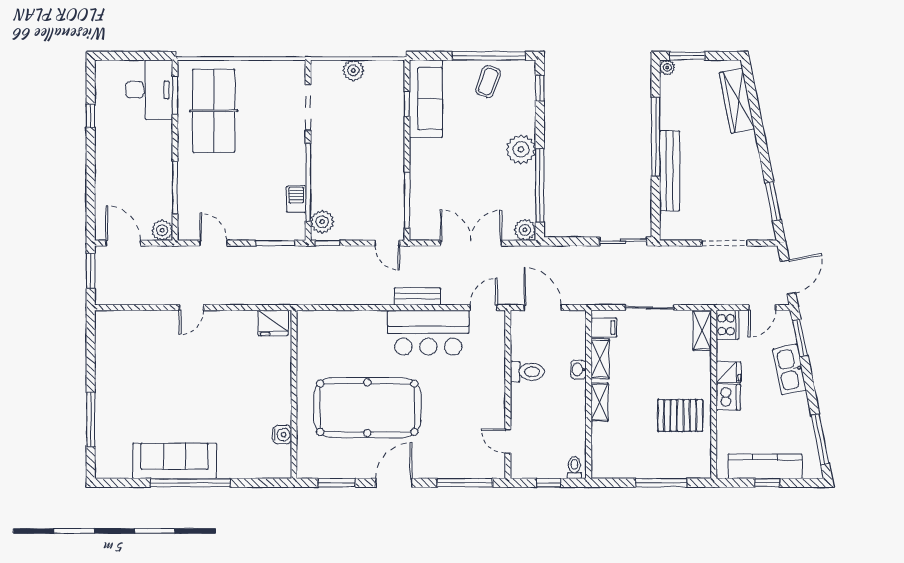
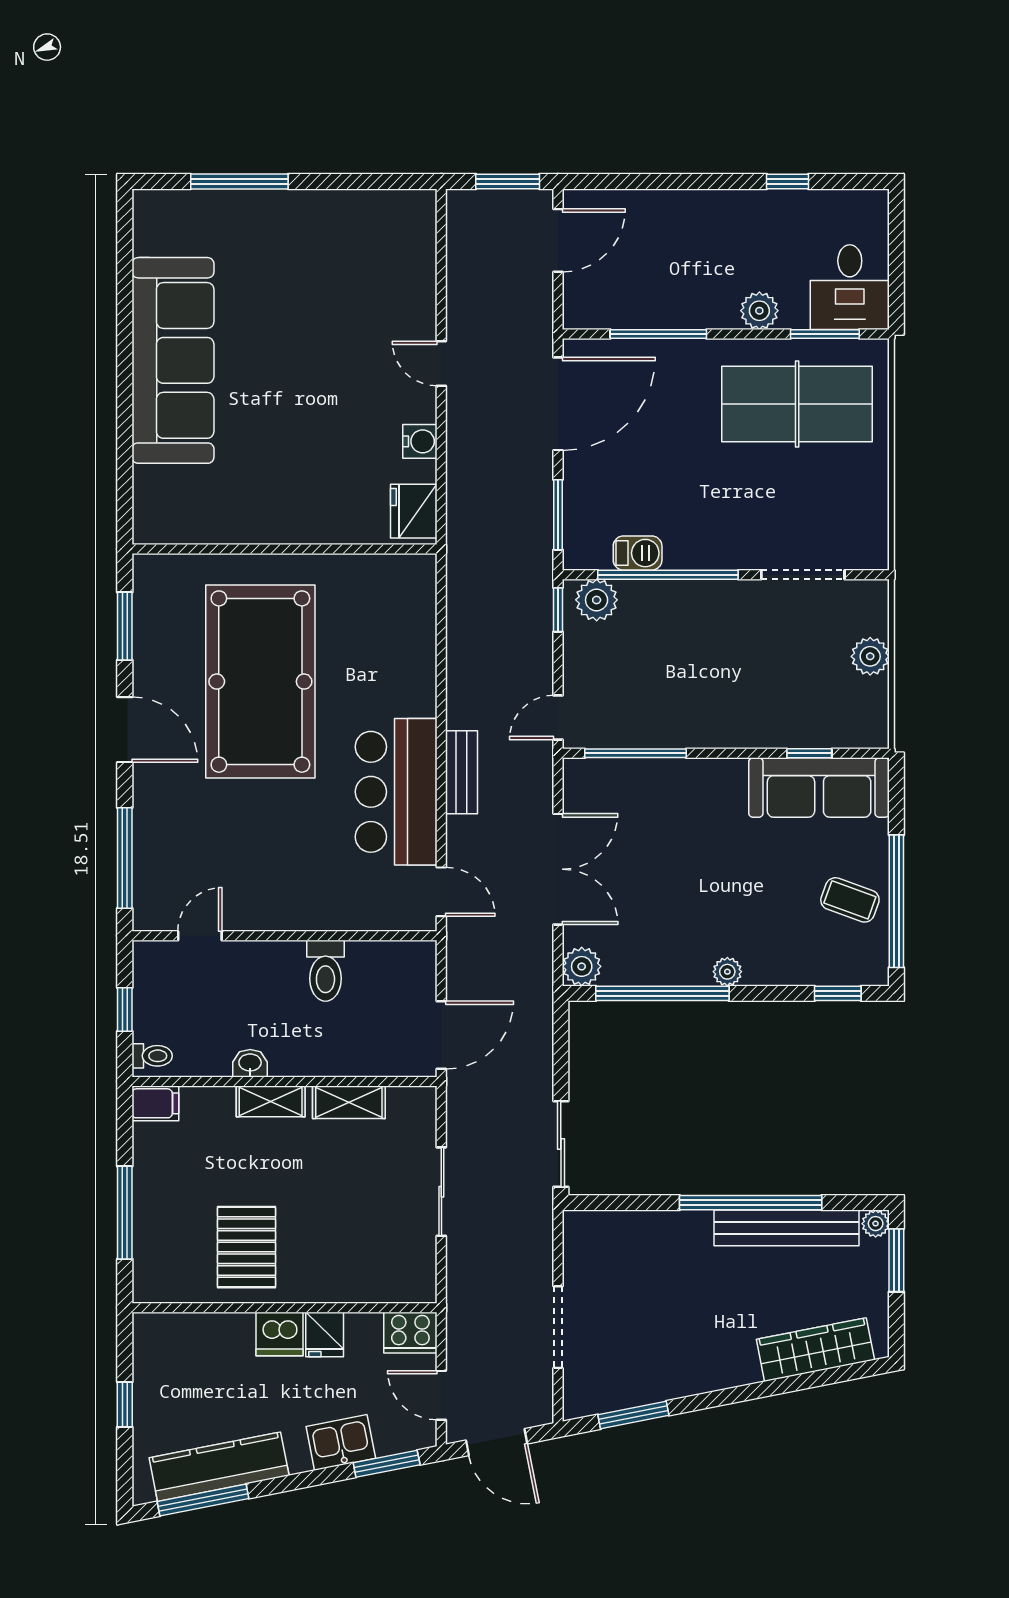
desk: (149, 90) -> (850, 287), width x0.73
plant: (521, 149) -> (727, 972), width x0.53, depth x0.53
bench: (670, 171) -> (786, 1228), moved
plant: (162, 230) -> (759, 311), moved
door: (214, 243) -> (558, 404), width x1.88
door: (543, 308) -> (441, 1035), moved
filing cabinet: (604, 327) -> (155, 1103), moved, turned -90
shelving: (702, 330) -> (400, 1287), removed
washbasin: (578, 370) -> (250, 1063), moved
kitchen sink: (790, 370) -> (341, 1442), width x0.73
water cooler: (282, 435) -> (420, 441), moved, turned -90
sofa: (175, 461) -> (173, 360), width x1.36, depth x1.27
kitchen counter: (765, 466) -> (219, 1467), moved, turned -101
window: (190, 483) -> (125, 362), removed

